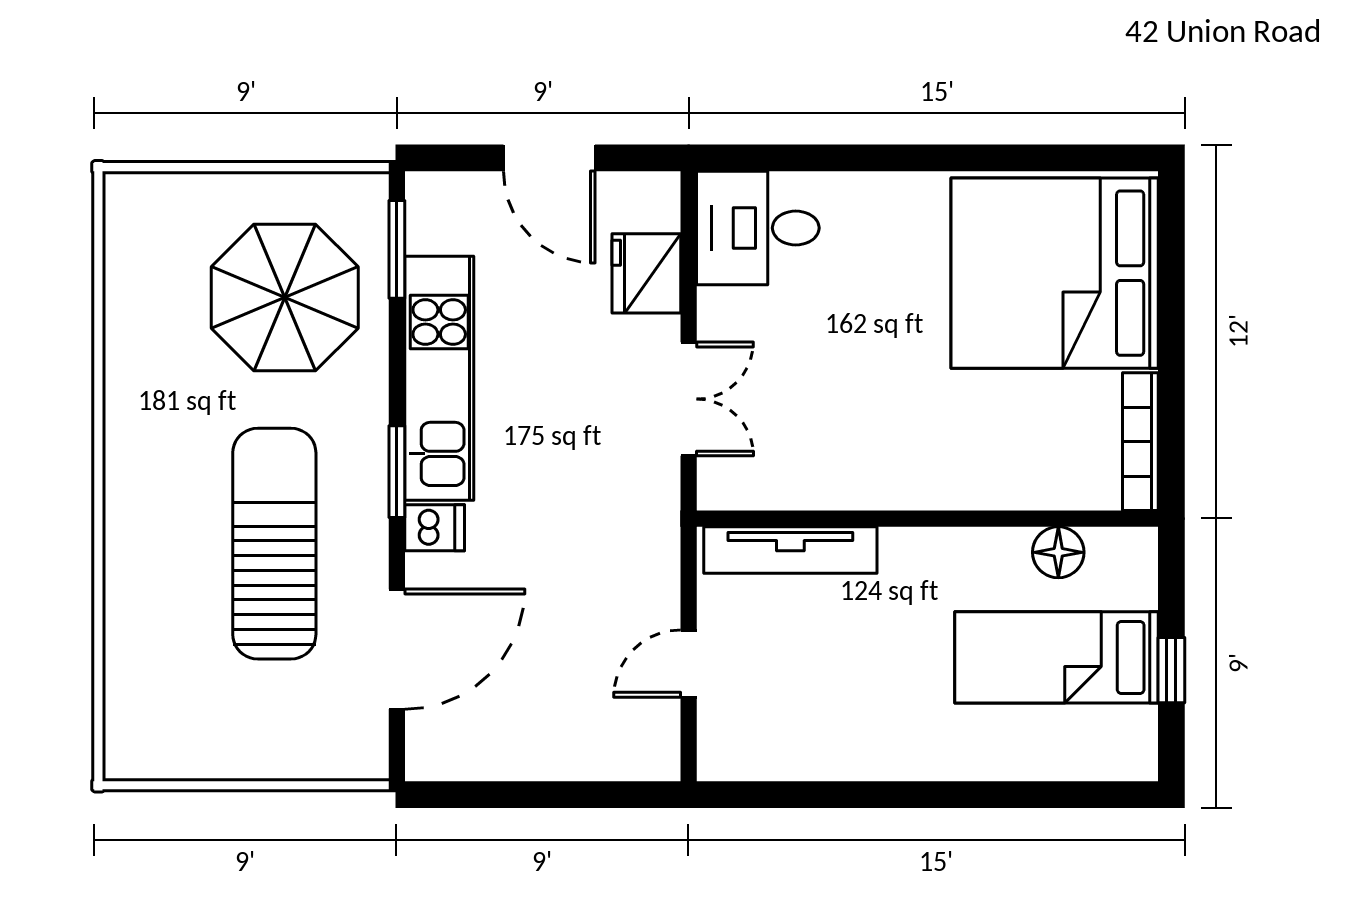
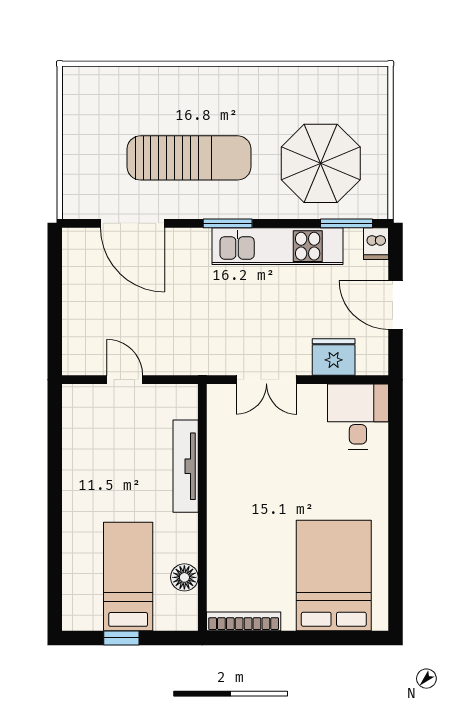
door: (549, 158) -> (395, 305), hinge flipped
bed: (1055, 273) -> (334, 575), width x0.73
dishwasher: (435, 528) -> (376, 244), moved
tv unit: (790, 550) -> (186, 466), moved

